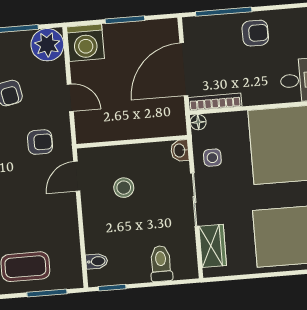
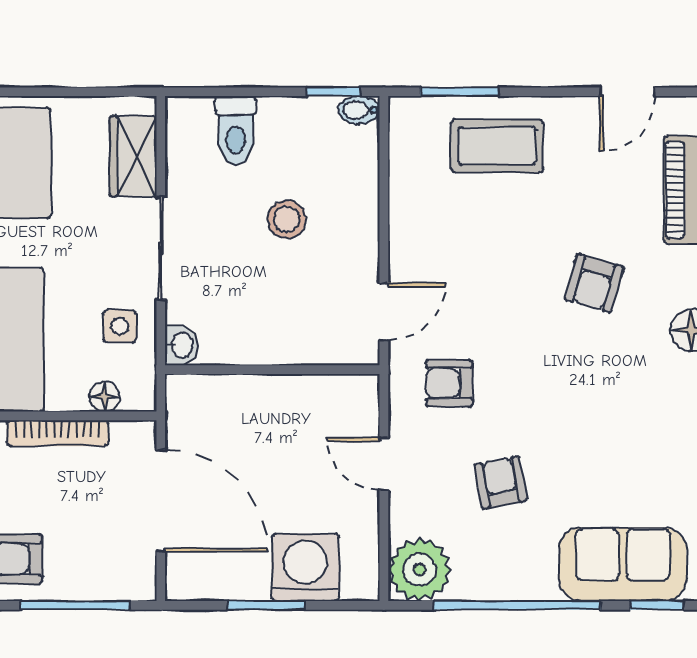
washing machine: (85, 43) -> (305, 567), moved
door: (184, 69) -> (161, 501), hinge flipped
bookcase: (215, 102) -> (58, 433), moved
floor lamp: (198, 122) -> (105, 397), moved
stool: (124, 188) -> (287, 219), moved
bidet: (97, 261) -> (359, 110), moved

